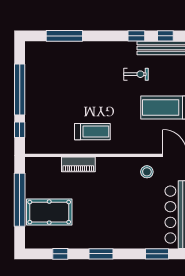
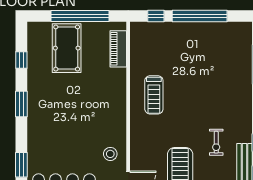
piano: (78, 164) -> (118, 49), moved

